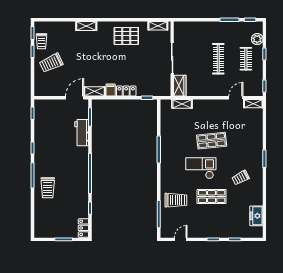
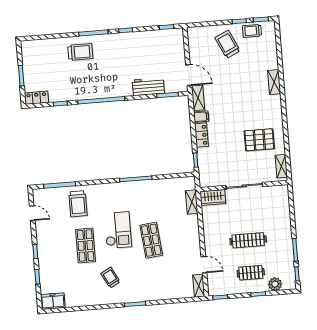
pallet: (126, 36) -> (259, 140), moved, turned 90
trolley: (48, 188) -> (80, 52), turned 180
freezer: (256, 216) -> (53, 301), moved

